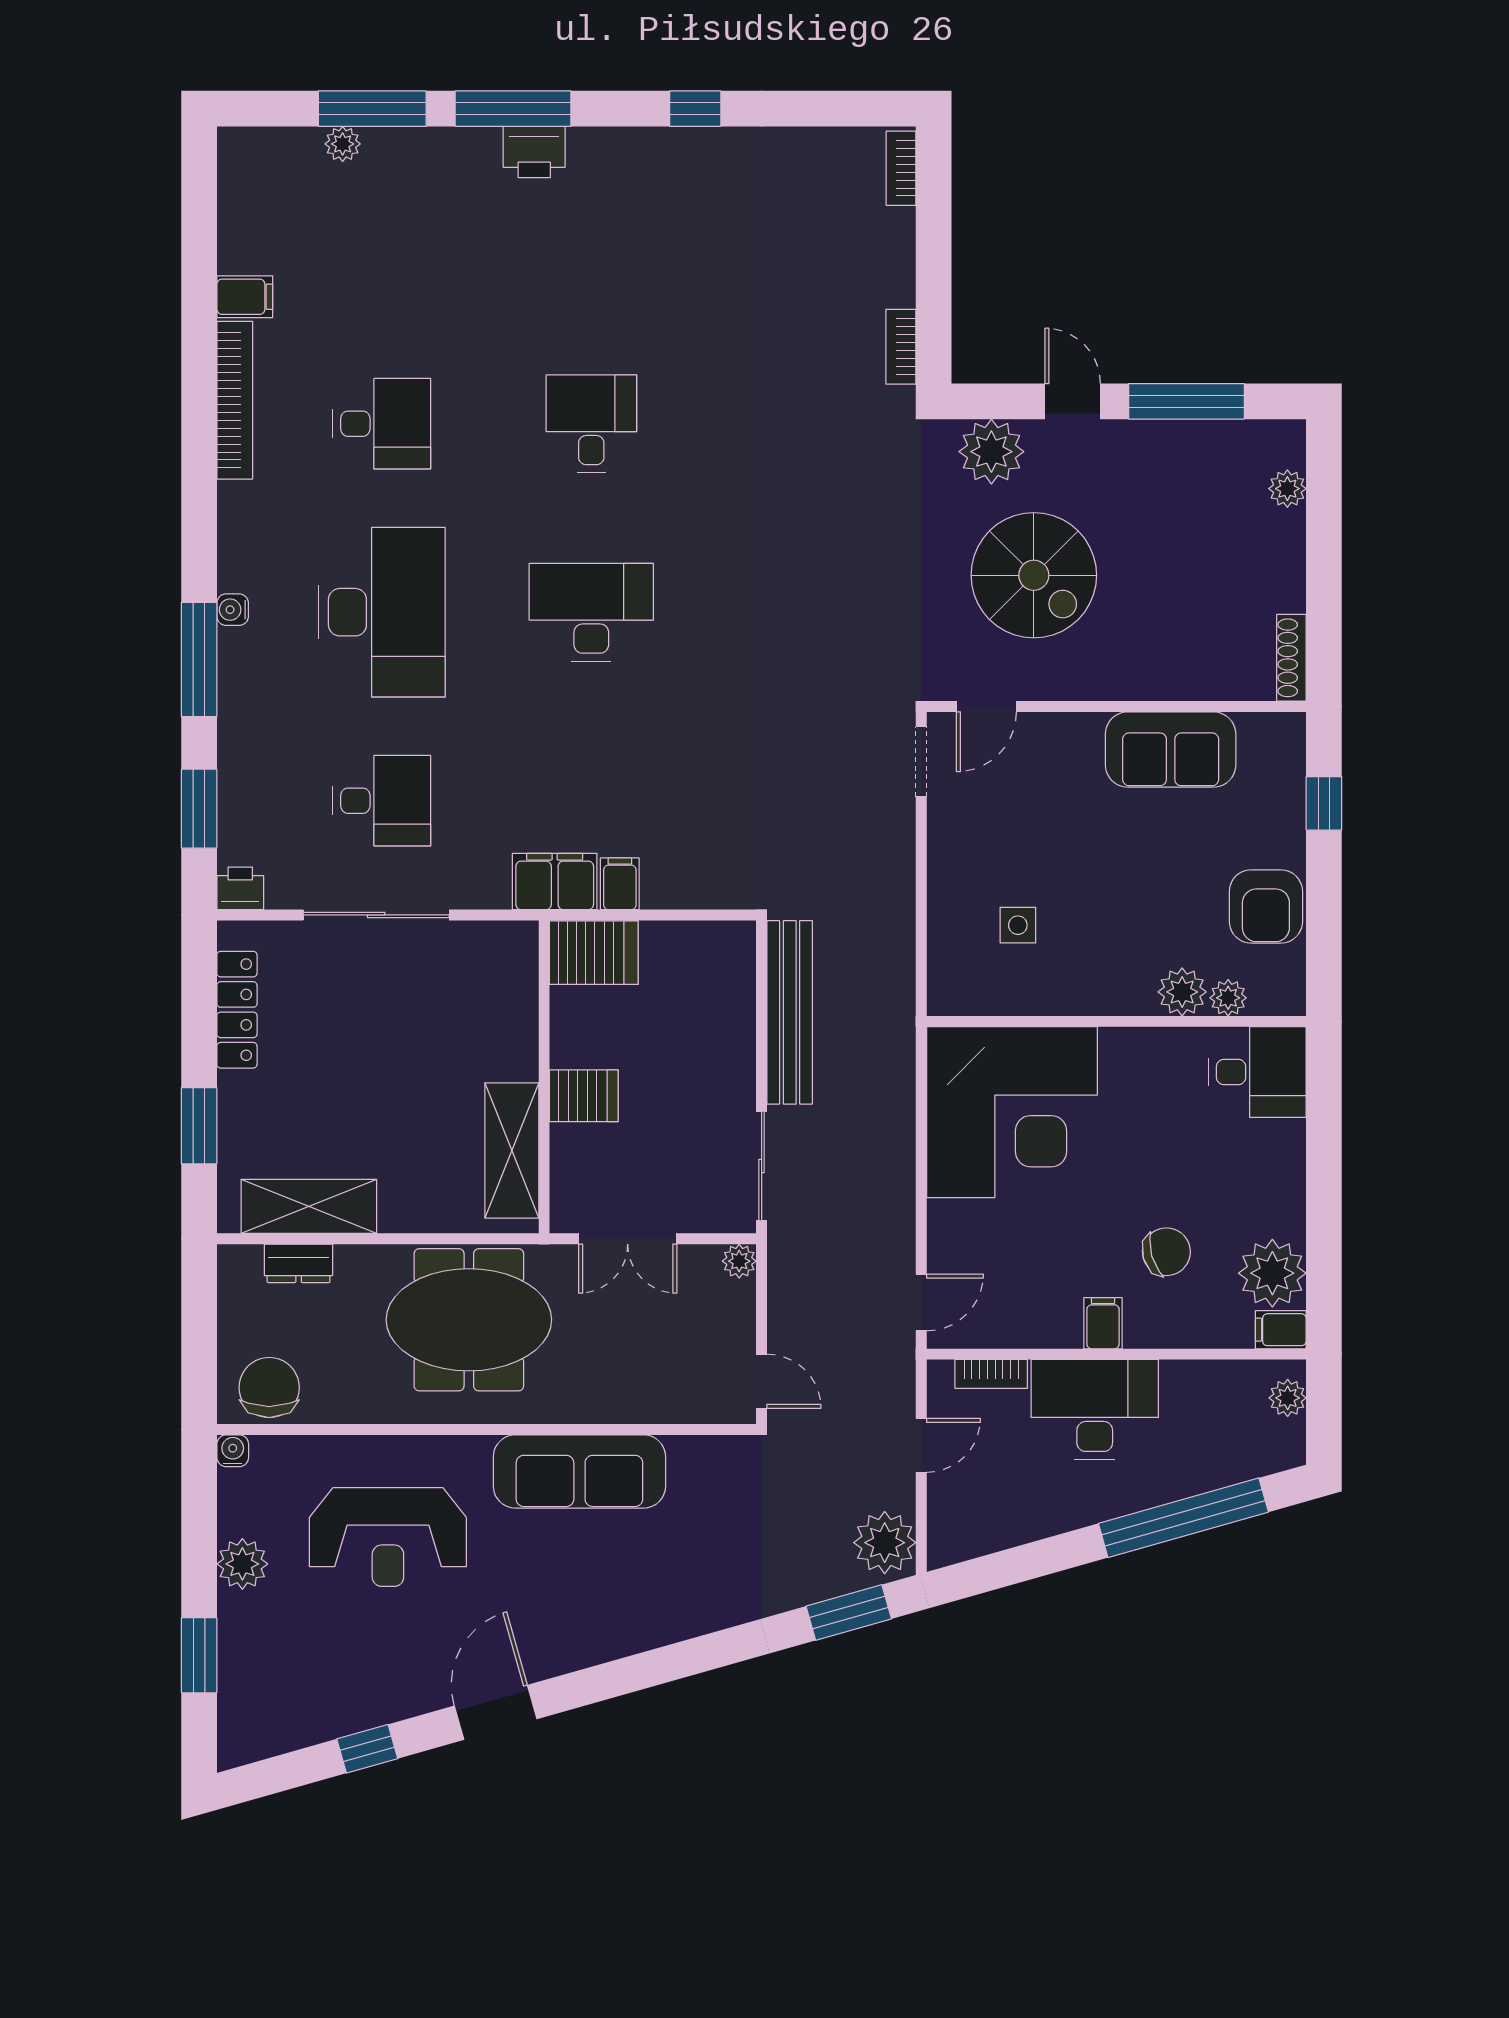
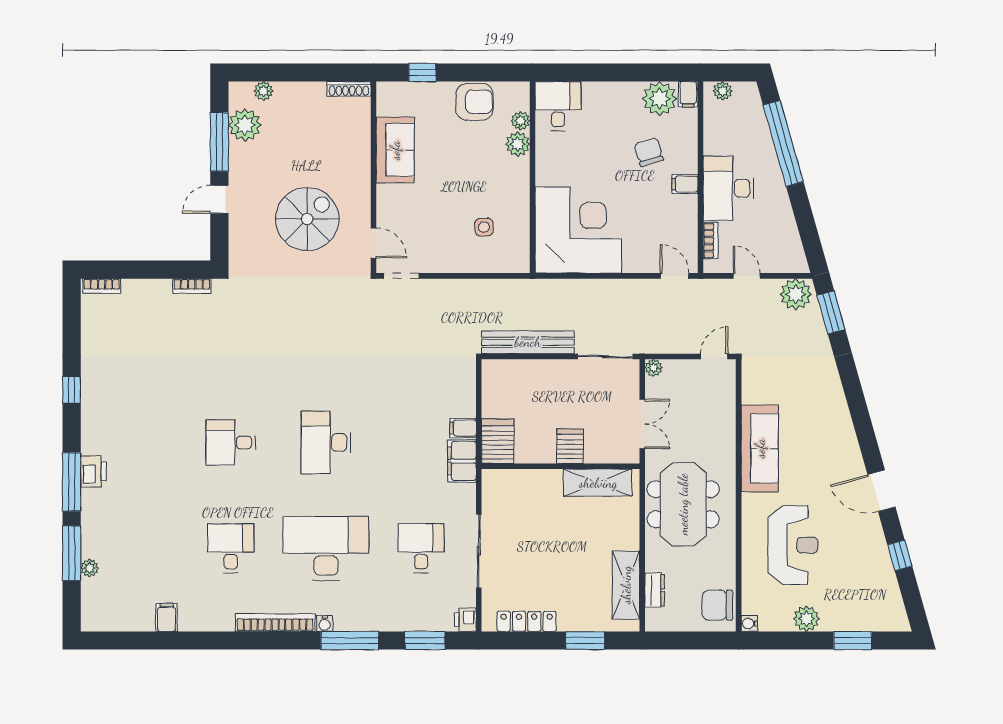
bookcase: (235, 400) -> (275, 622), moved
plant: (991, 452) -> (245, 125), moved

